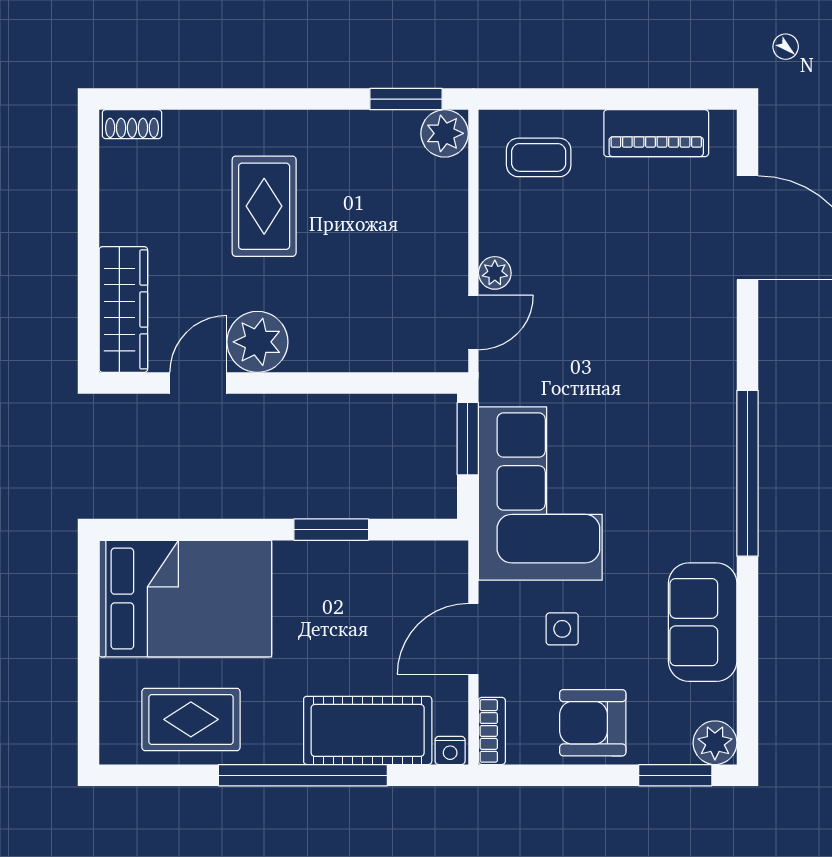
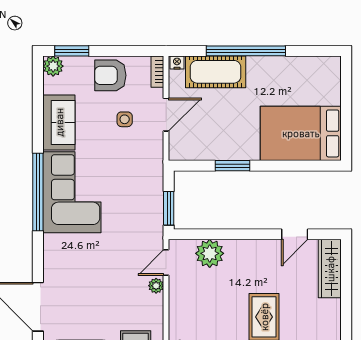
plant: (257, 342) -> (210, 253), moved
corner sofa: (540, 494) -> (72, 192), moved, turned 180
rug: (191, 719) -> (298, 77), removed
armchair: (593, 723) -> (110, 75), turned 180

